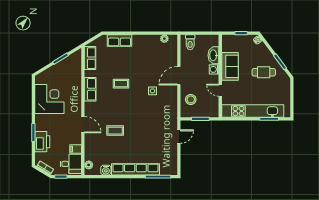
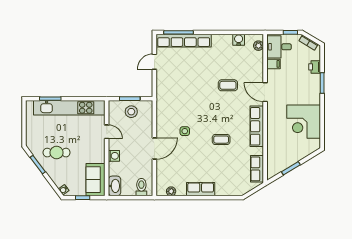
row of seats: (119, 40) -> (201, 189), moved
washbasin: (213, 55) -> (115, 186), moved
sofa: (230, 66) -> (96, 180), moved
row of seats: (90, 89) -> (257, 126), width x1.48
stool: (191, 99) -> (131, 112), moved
door: (179, 137) -> (154, 62), moved
printer: (42, 142) -> (315, 67), width x0.53, depth x0.68
row of seats: (135, 169) -> (184, 41), moved

